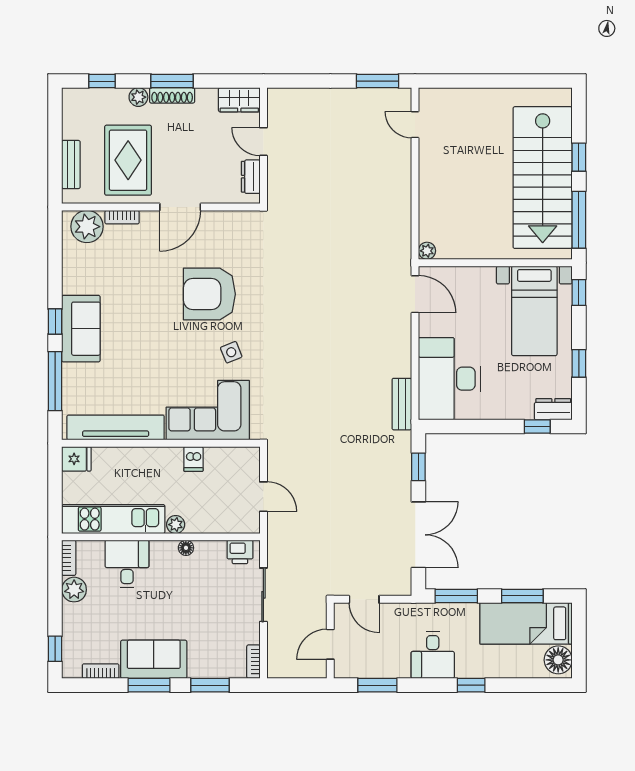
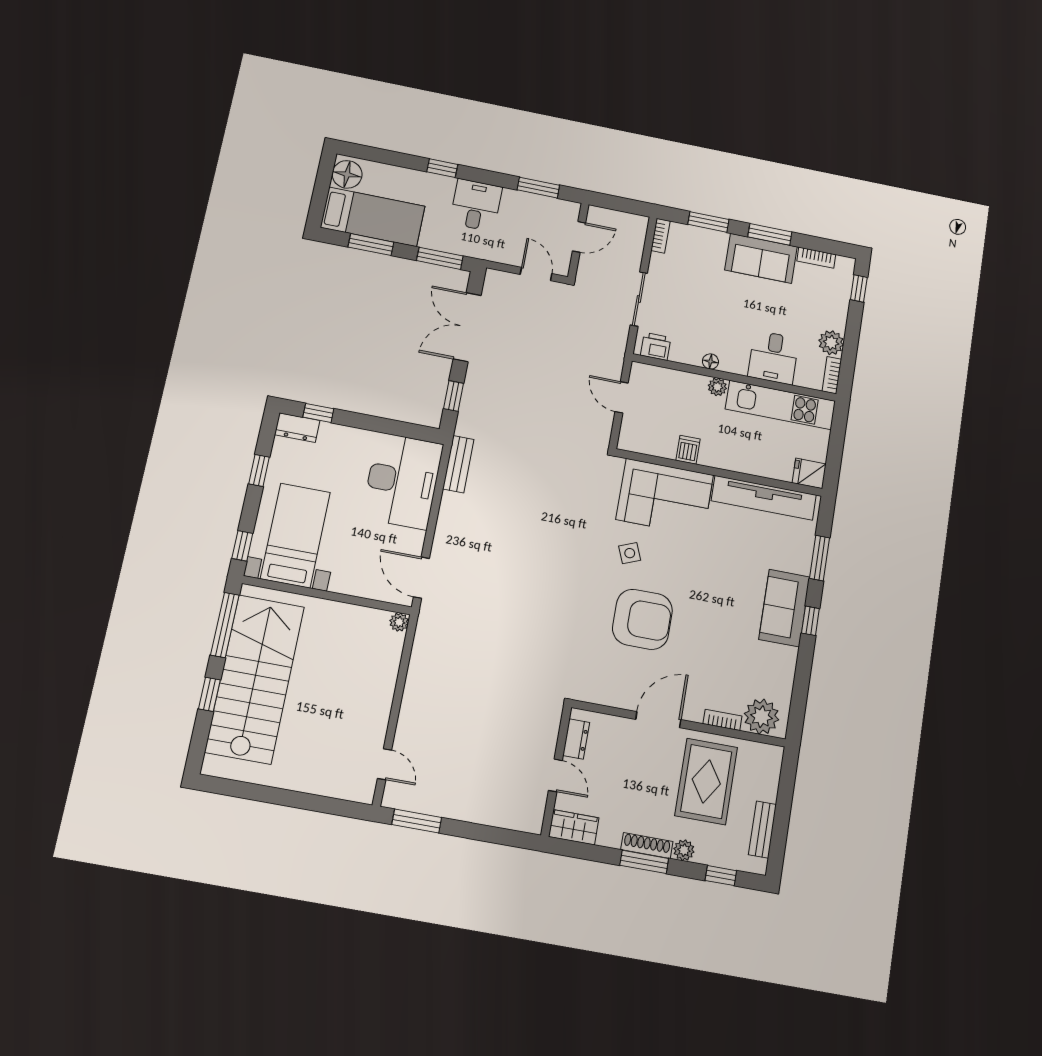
bench: (71, 165) -> (762, 830), moved
window: (55, 381) -> (820, 558), width x0.69

